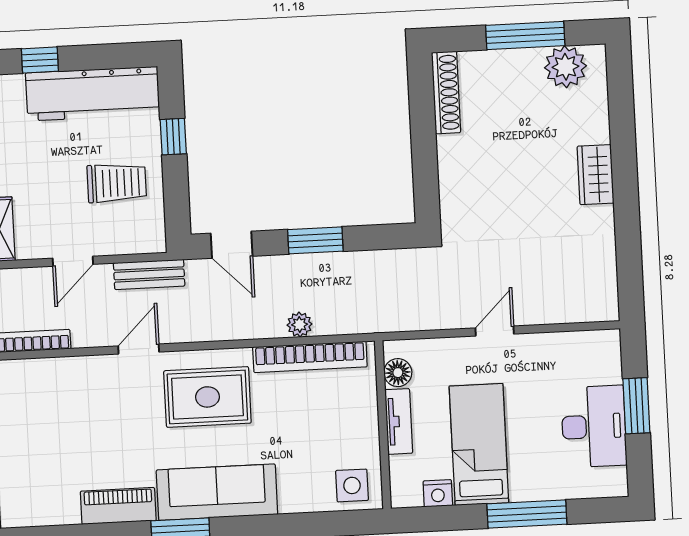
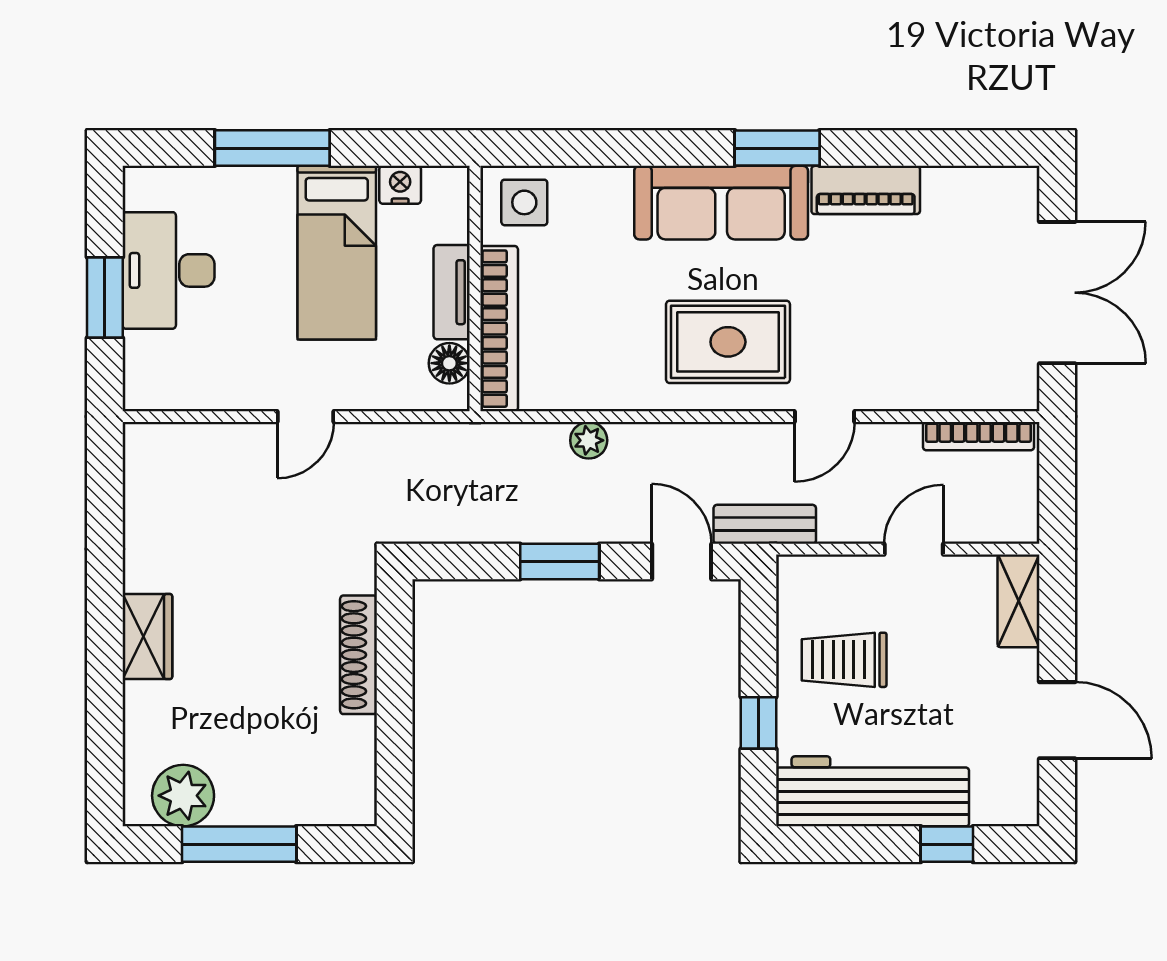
shoe rack: (446, 92) -> (359, 655), moved
bench: (149, 274) -> (765, 524), moved
bookcase: (310, 357) -> (499, 329), moved, turned 90

